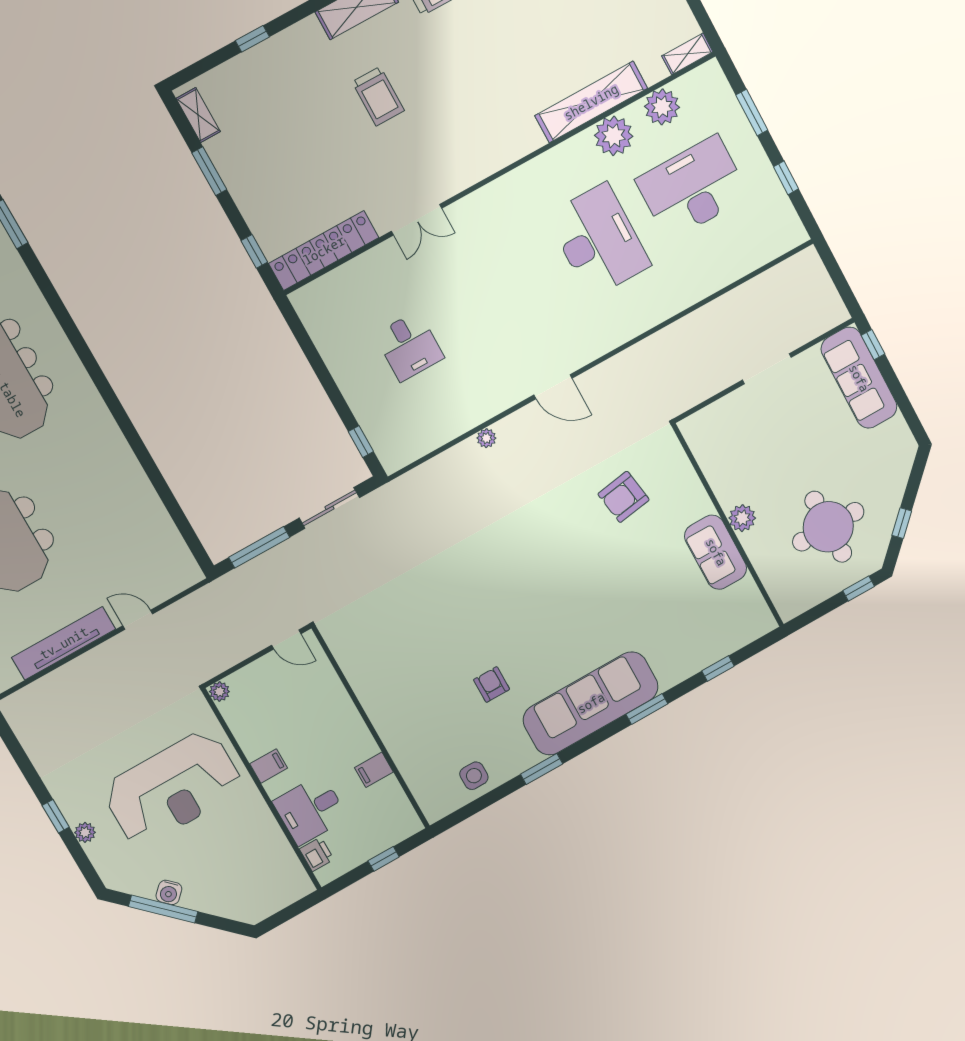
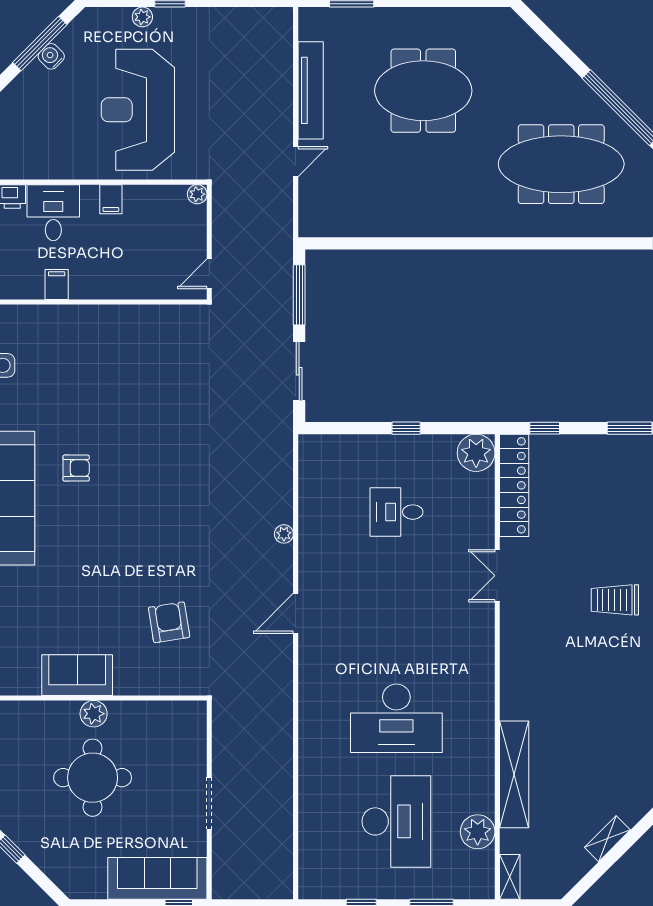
plant: (614, 136) -> (476, 453), moved
window: (361, 442) -> (406, 428), moved
round table: (828, 527) -> (93, 778), moved
armchair: (492, 684) -> (76, 468), moved

